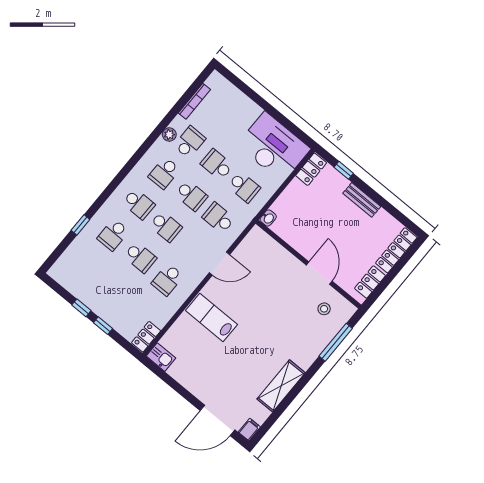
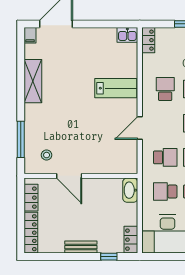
washbasin: (268, 218) -> (130, 190), width x1.91, depth x1.45

